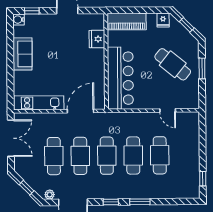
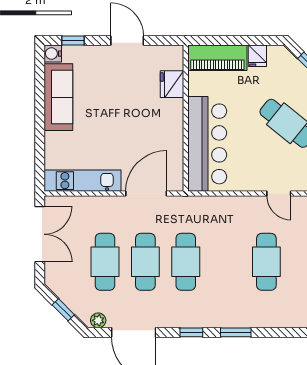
fridge: (163, 20) -> (257, 56), moved
sofa: (23, 54) -> (58, 97), width x1.36
cafe table: (133, 155) -> (226, 262), removed

